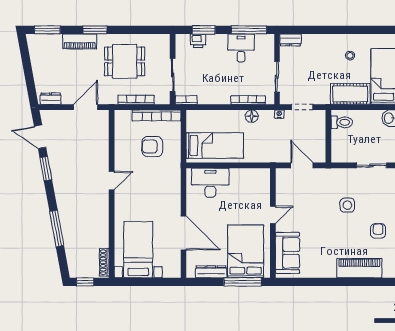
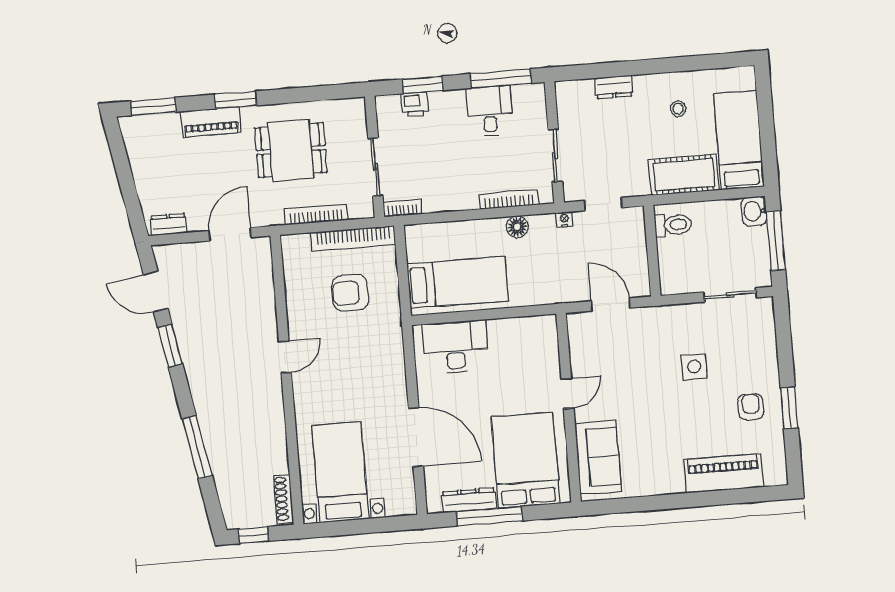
dresser: (291, 40) -> (614, 87), moved
window: (243, 282) -> (489, 516), moved

